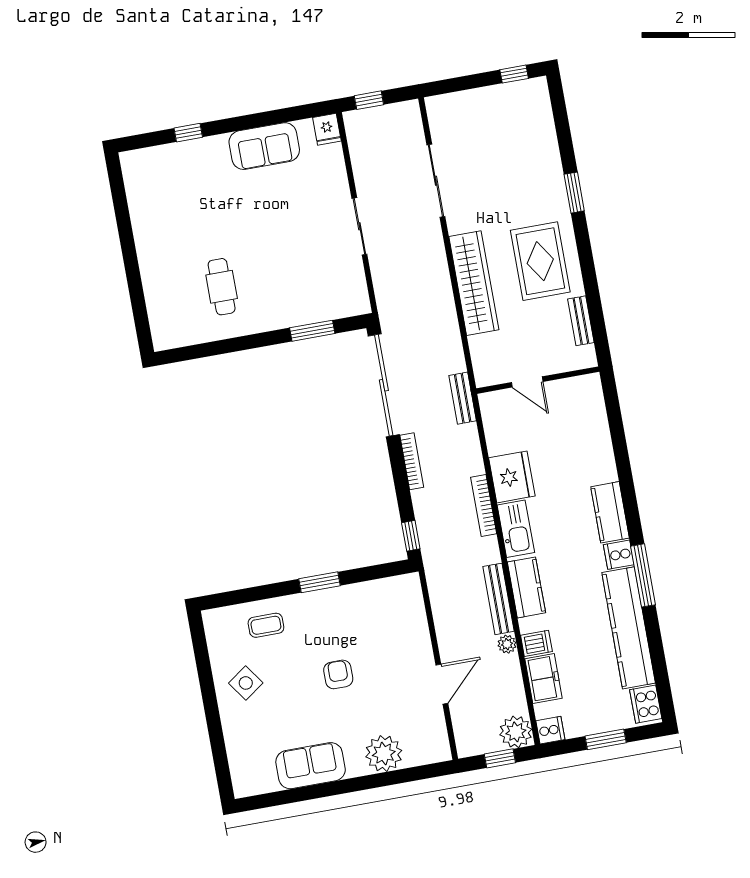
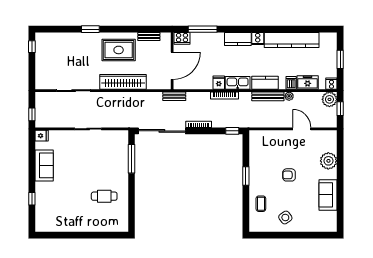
window: (312, 331) -> (131, 159), width x1.44
door: (527, 382) -> (172, 66), width x1.87
fridge: (512, 477) -> (219, 83), width x0.53, depth x0.75
window: (643, 575) -> (203, 29), moved
cooker: (646, 704) -> (182, 38), moved

